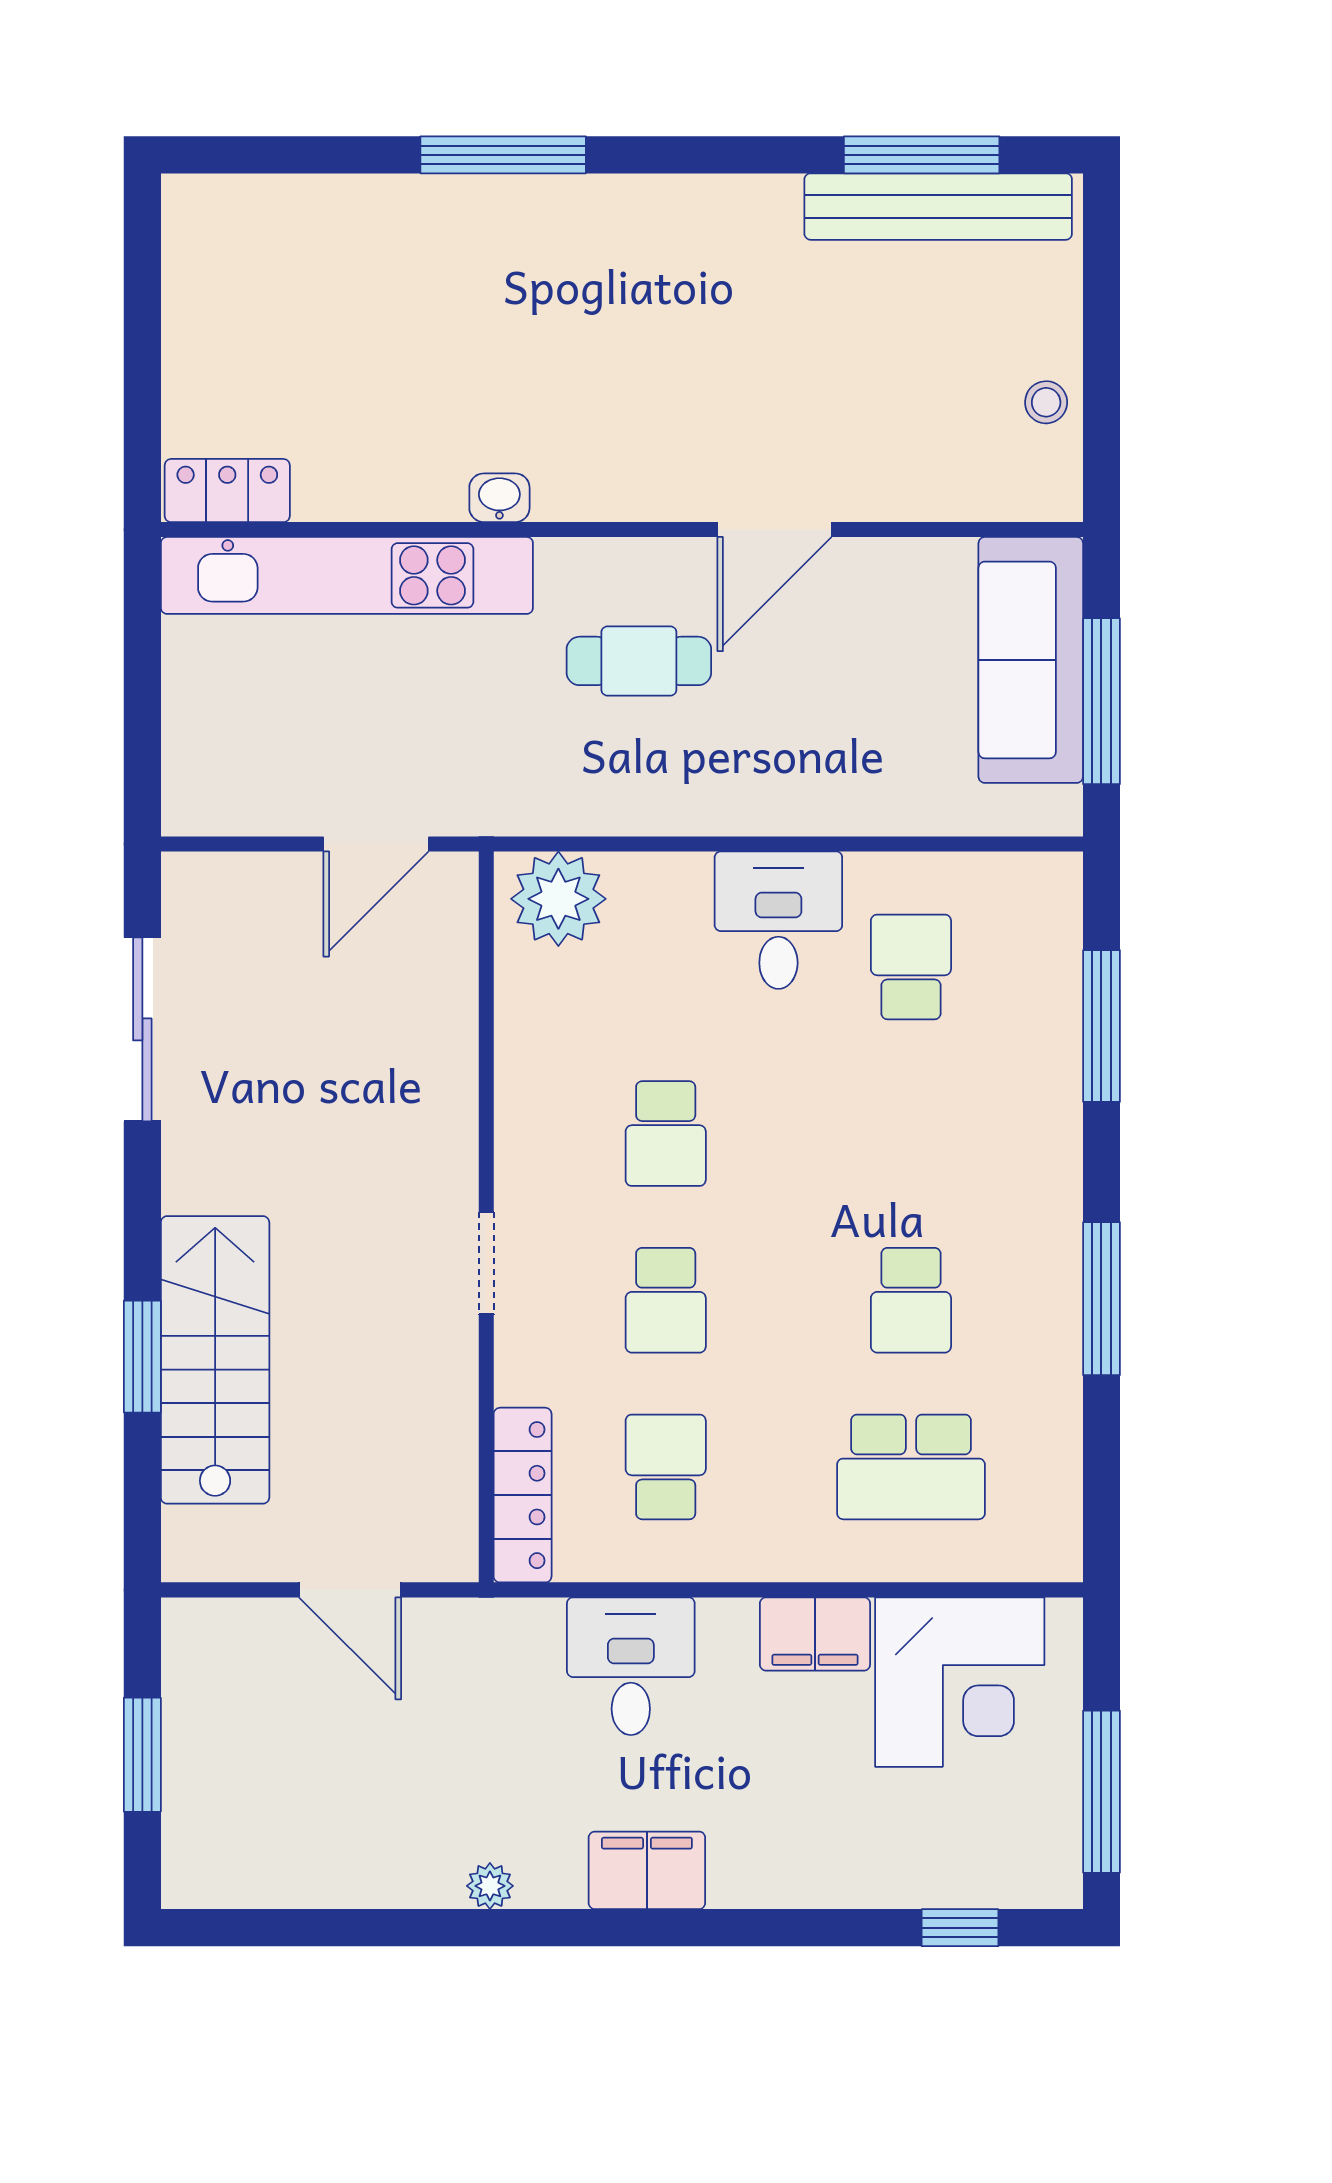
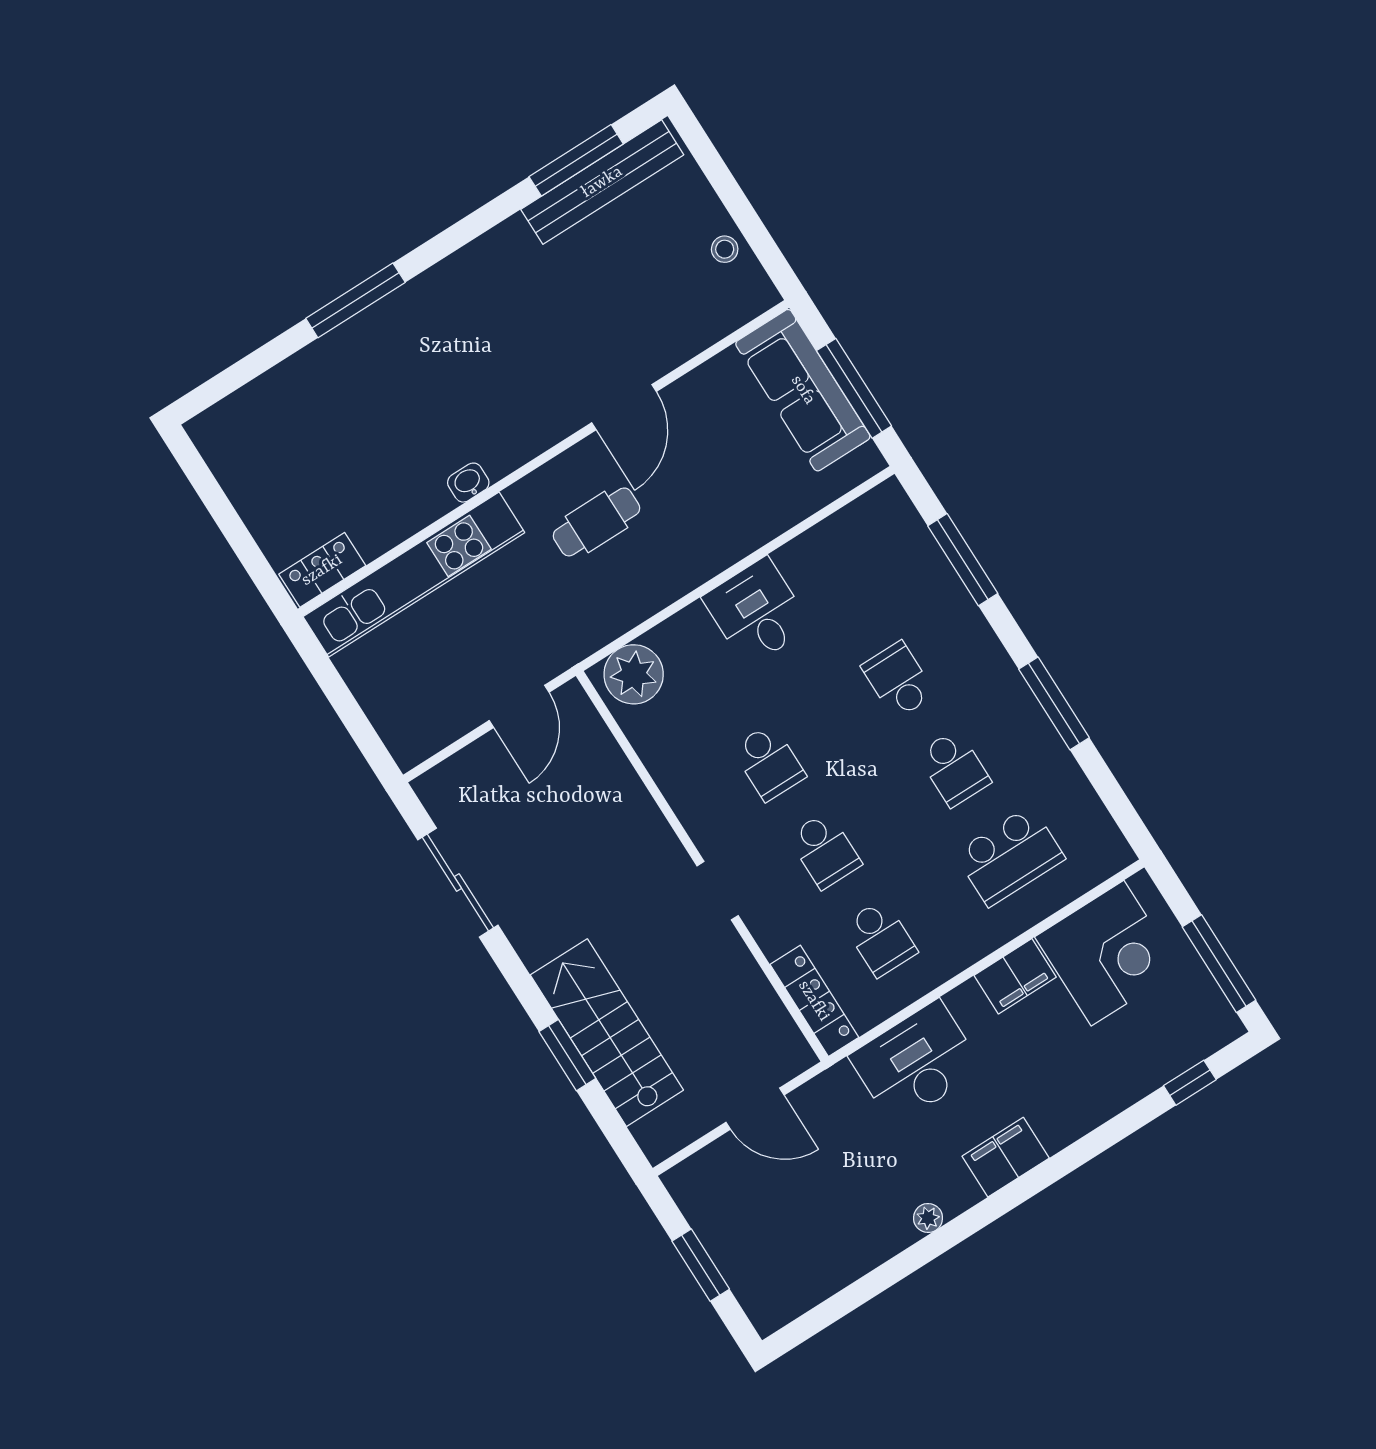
school desk: (911, 967) -> (898, 680), moved
school desk: (666, 1467) -> (880, 938), turned 180
desk: (631, 1666) -> (916, 1063), width x1.37

